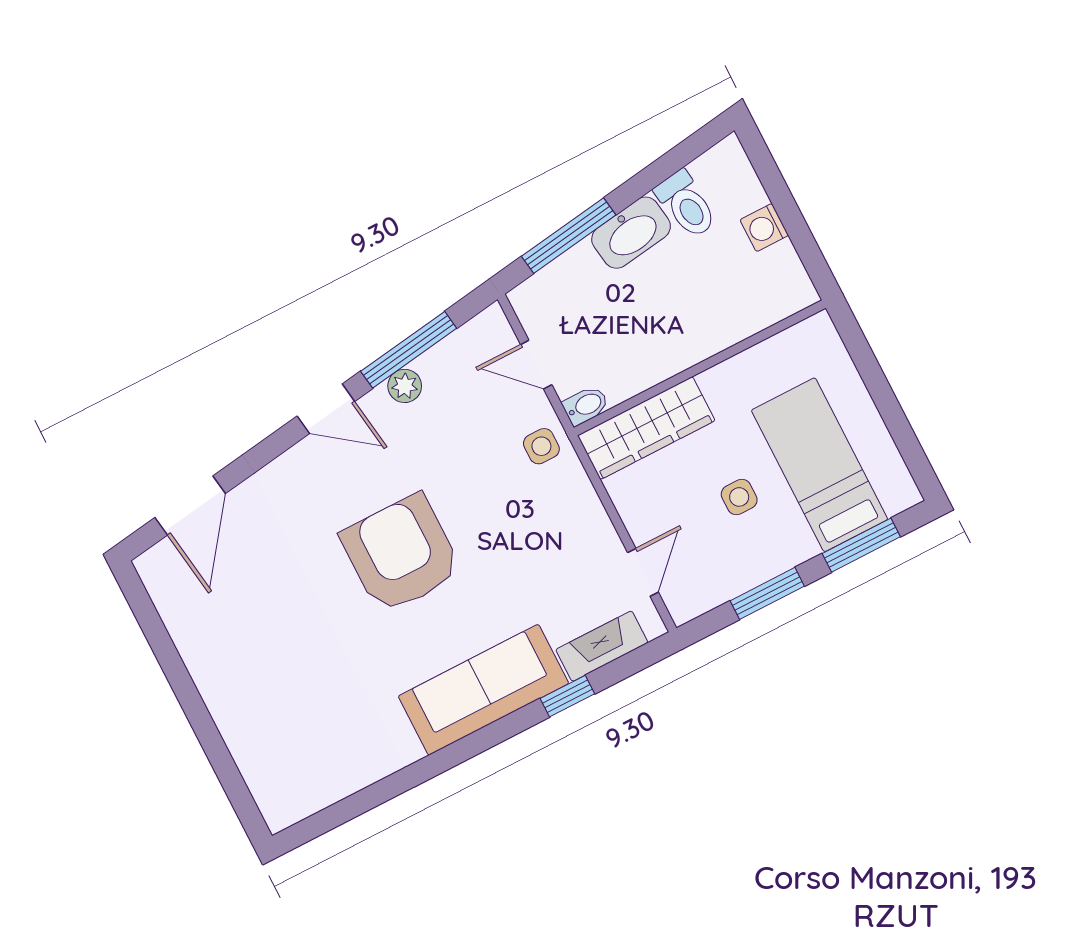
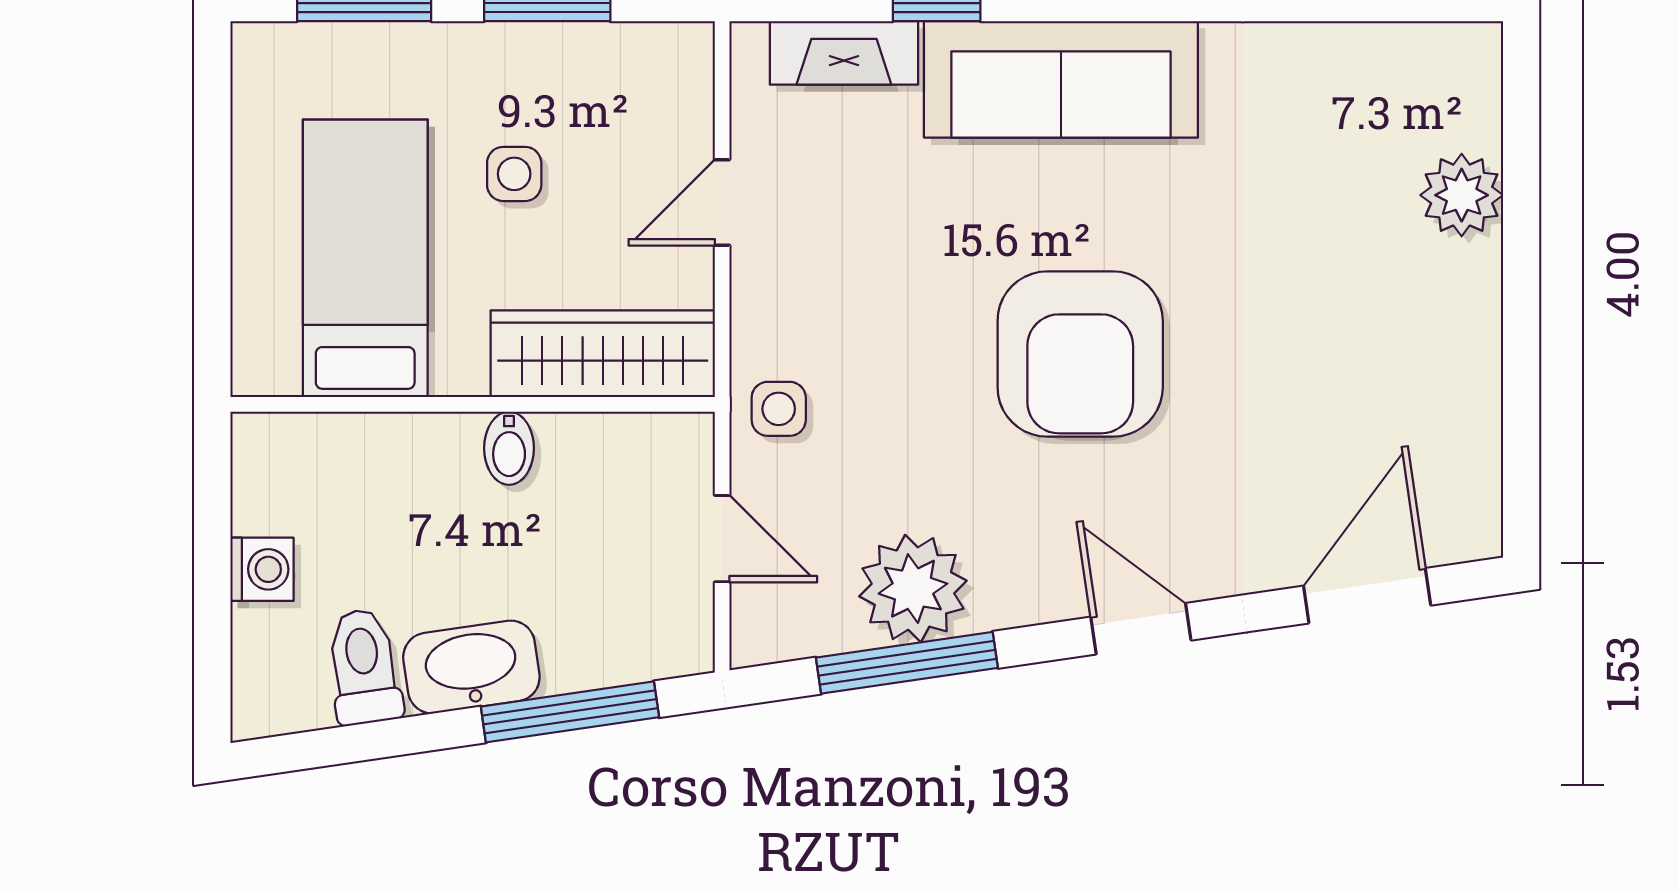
plant: (405, 386) -> (913, 589), width x1.88, depth x1.88
bidet: (586, 406) -> (509, 448), moved, turned -90
door: (326, 409) -> (1141, 629), moved
bed: (820, 465) -> (365, 258), moved, turned 180
door: (643, 572) -> (722, 202), moved
plant: (247, 736) -> (1462, 195), added

